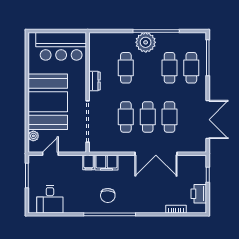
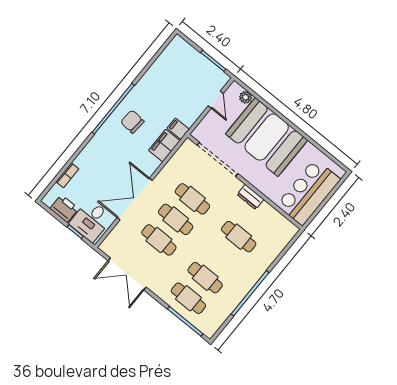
plant: (146, 42) -> (248, 275), removed
desk: (50, 199) -> (91, 221), moved, turned -90

